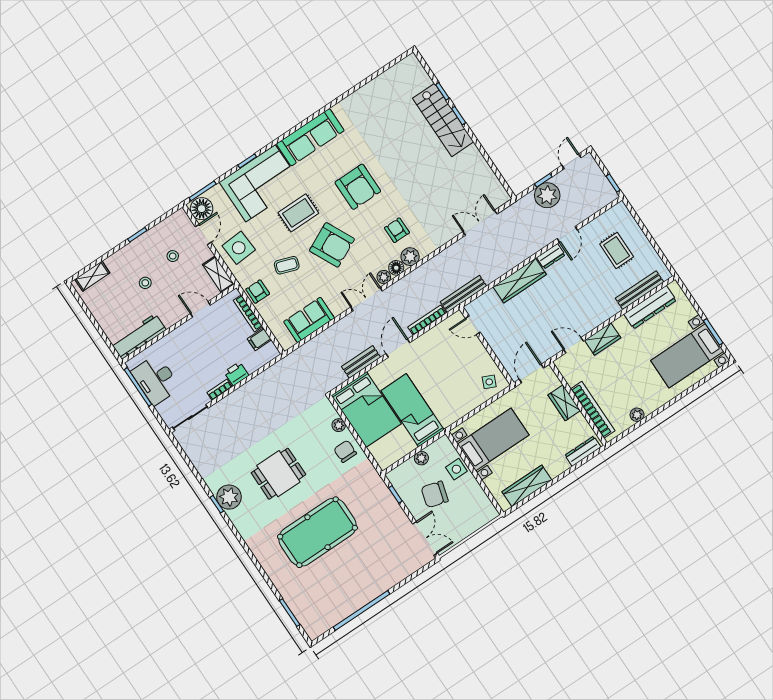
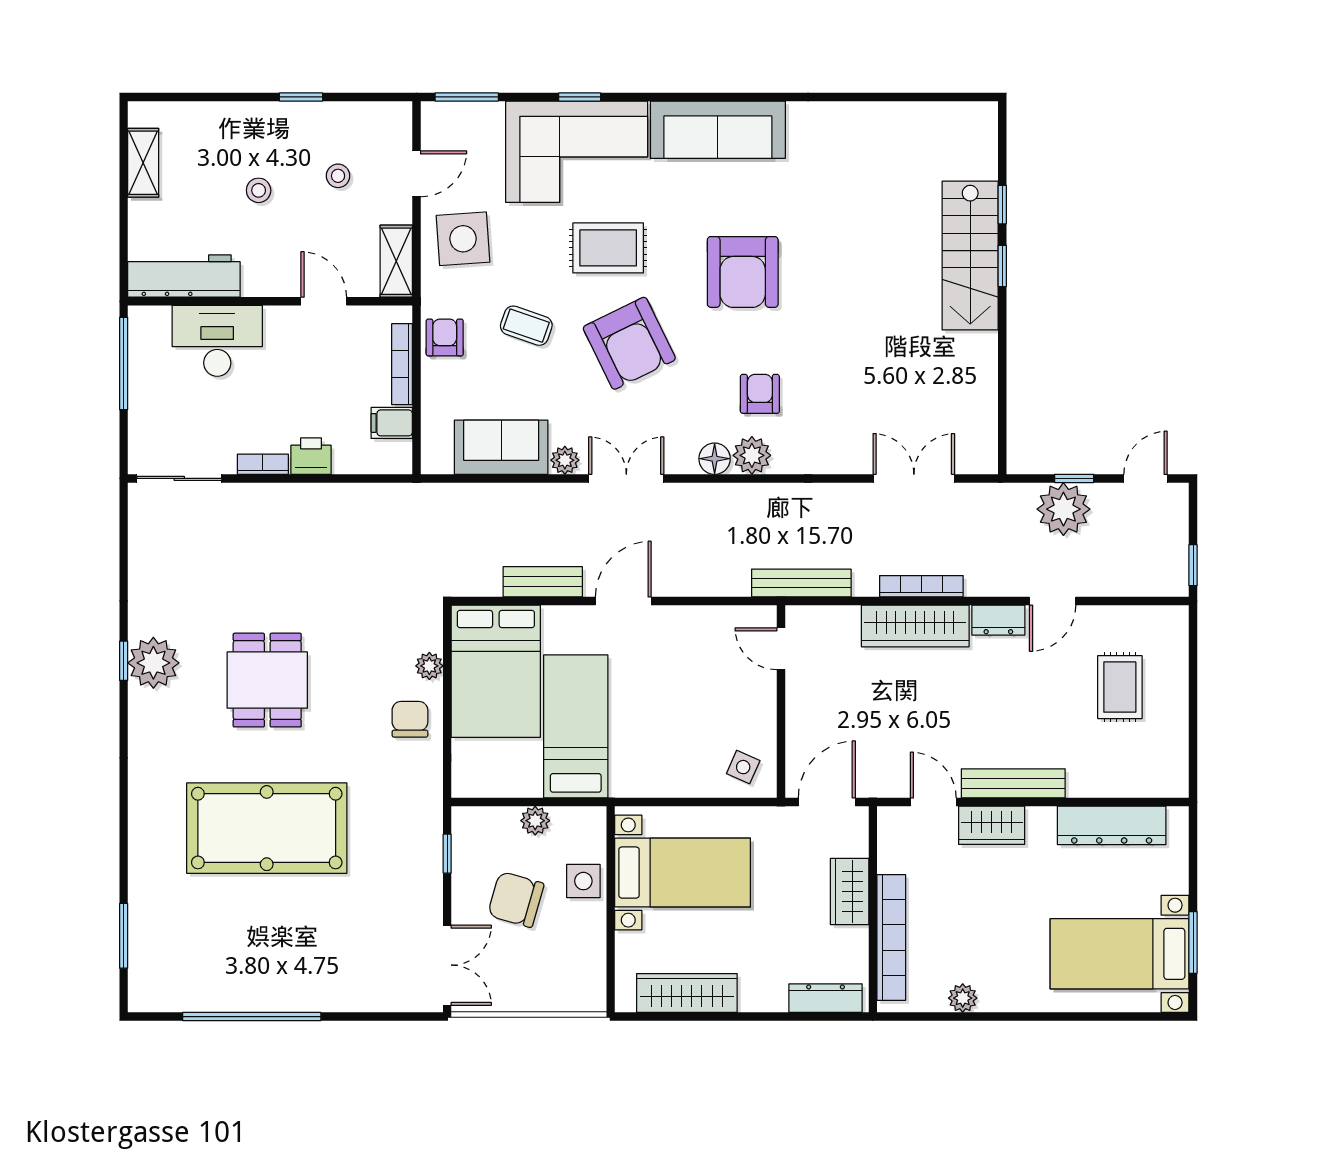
floor lamp: (202, 209) -> (444, 127), removed
shelving: (92, 276) -> (143, 163), moved, turned 90
plant: (384, 277) -> (565, 460), moved
bench: (639, 290) -> (1013, 783), moved
bookcase: (427, 320) -> (921, 586), moved
desk: (156, 380) -> (217, 341), moved, turned 90
dining table: (278, 474) -> (267, 680), turned 90

